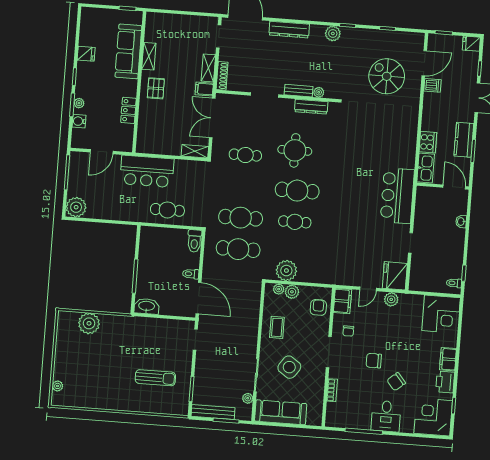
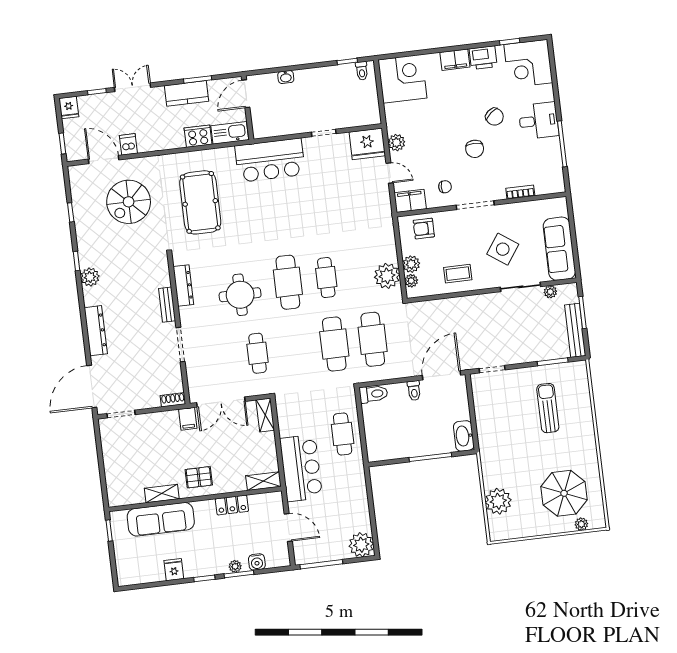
shelving: (208, 68) -> (263, 481), moved
shoe rack: (222, 76) -> (173, 400), width x0.70
plant: (319, 92) -> (164, 280), removed
pool table: (375, 133) -> (200, 202), added
parasol: (85, 377) -> (564, 493), added

